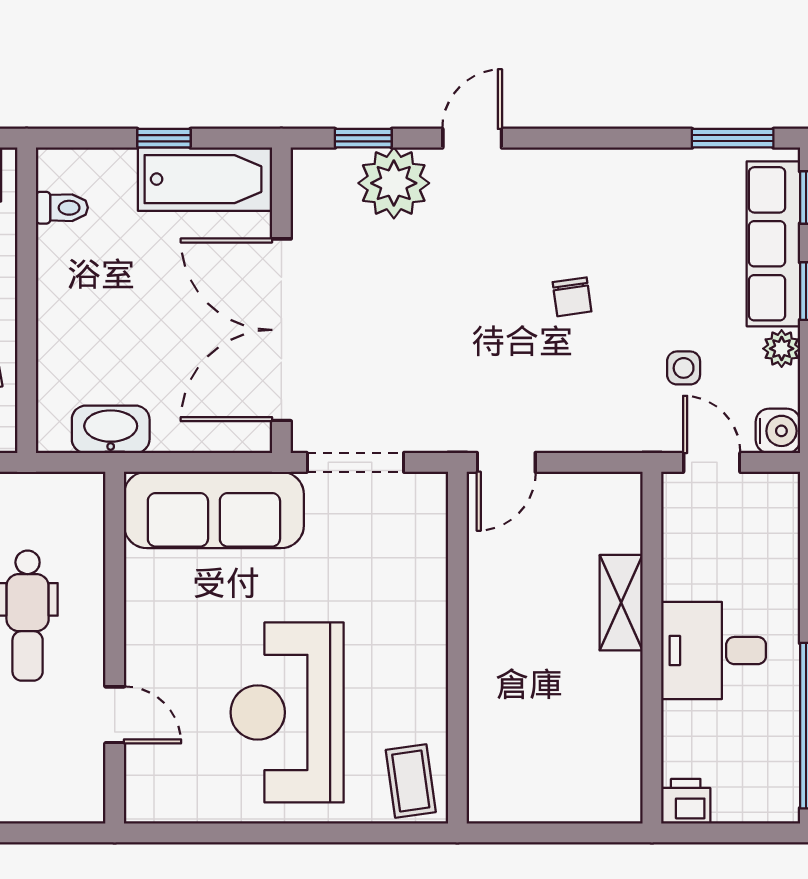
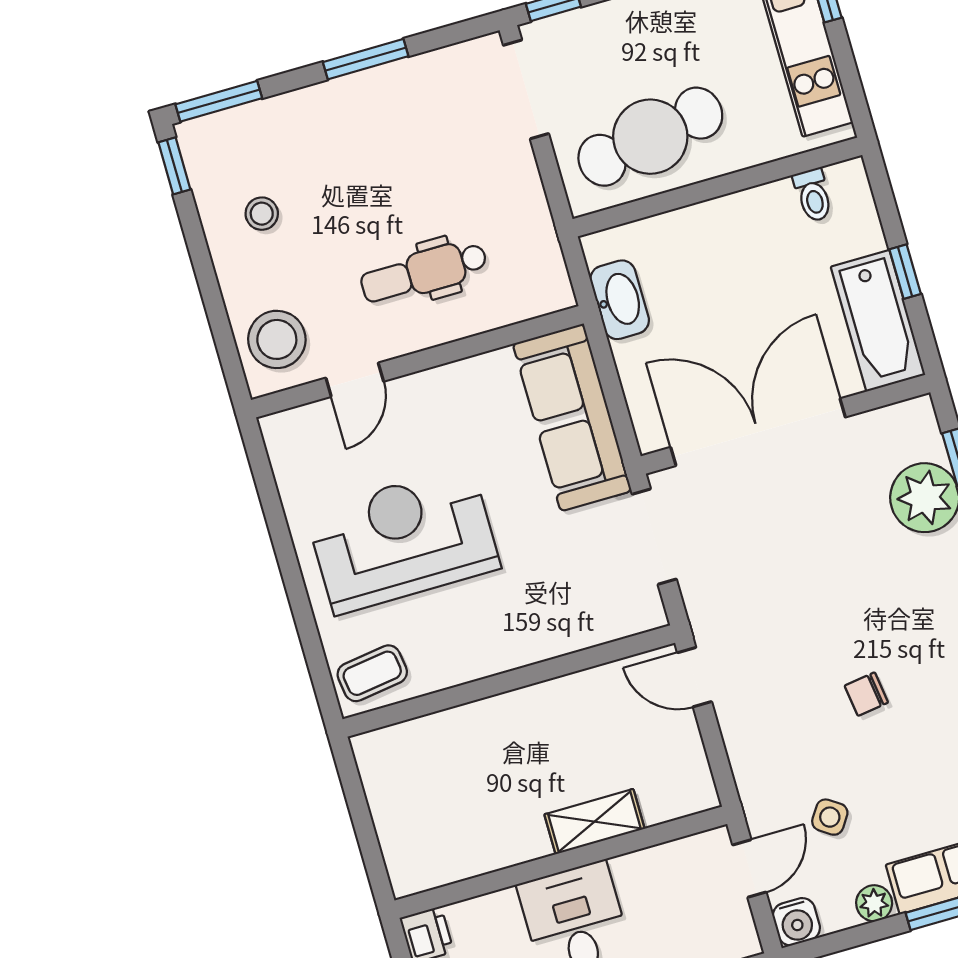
side table: (684, 368) -> (830, 817), turned 34
stool: (53, 781) -> (277, 339), added

